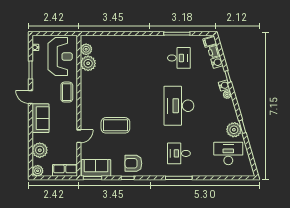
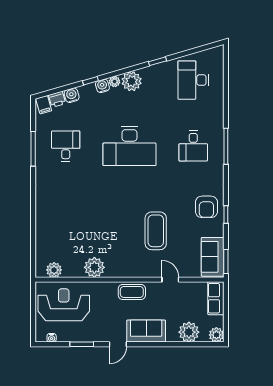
plant: (88, 63) -> (94, 267), moved
coffee table: (67, 92) -> (132, 292), moved
plant: (234, 130) -> (132, 81), moved

